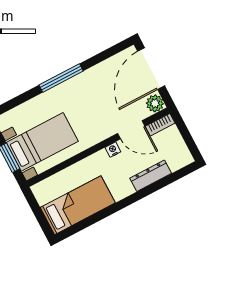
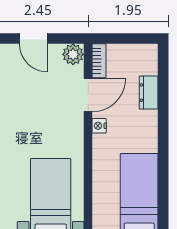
door: (151, 69) -> (33, 39), width x0.53
dresser: (151, 176) -> (149, 93), width x0.70

